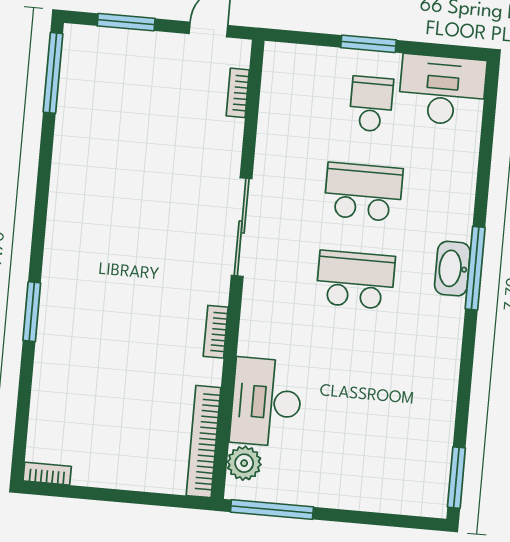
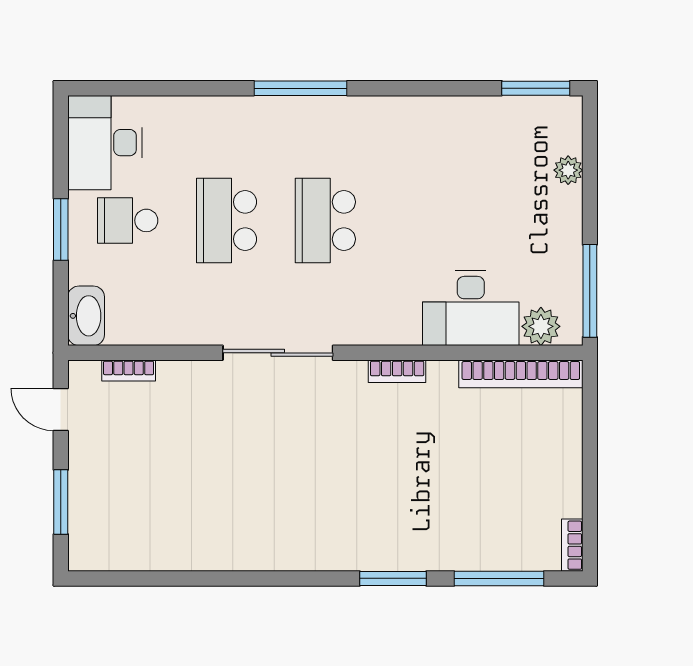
window: (53, 73) -> (499, 578), moved
washbasin: (452, 269) -> (86, 316), moved, turned -90
plant: (381, 500) -> (568, 170), added

